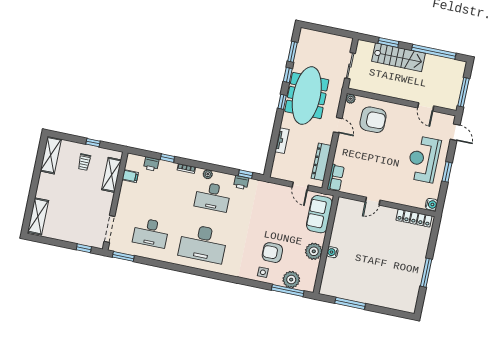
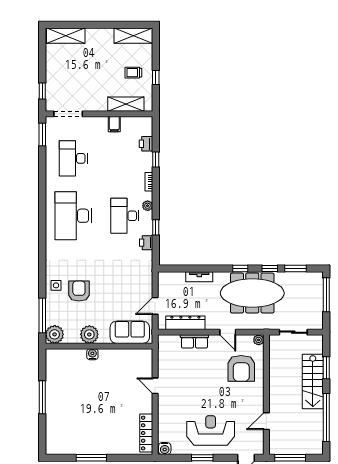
window: (322, 29) -> (326, 295), added
door: (338, 125) -> (228, 332), hinge flipped
window: (245, 174) -> (156, 227), moved
filing cabinet: (130, 176) -> (114, 124), moved
row of seats: (336, 178) -> (194, 341), moved
plant: (291, 280) -> (55, 334), moved
window: (350, 303) -> (42, 397), moved

